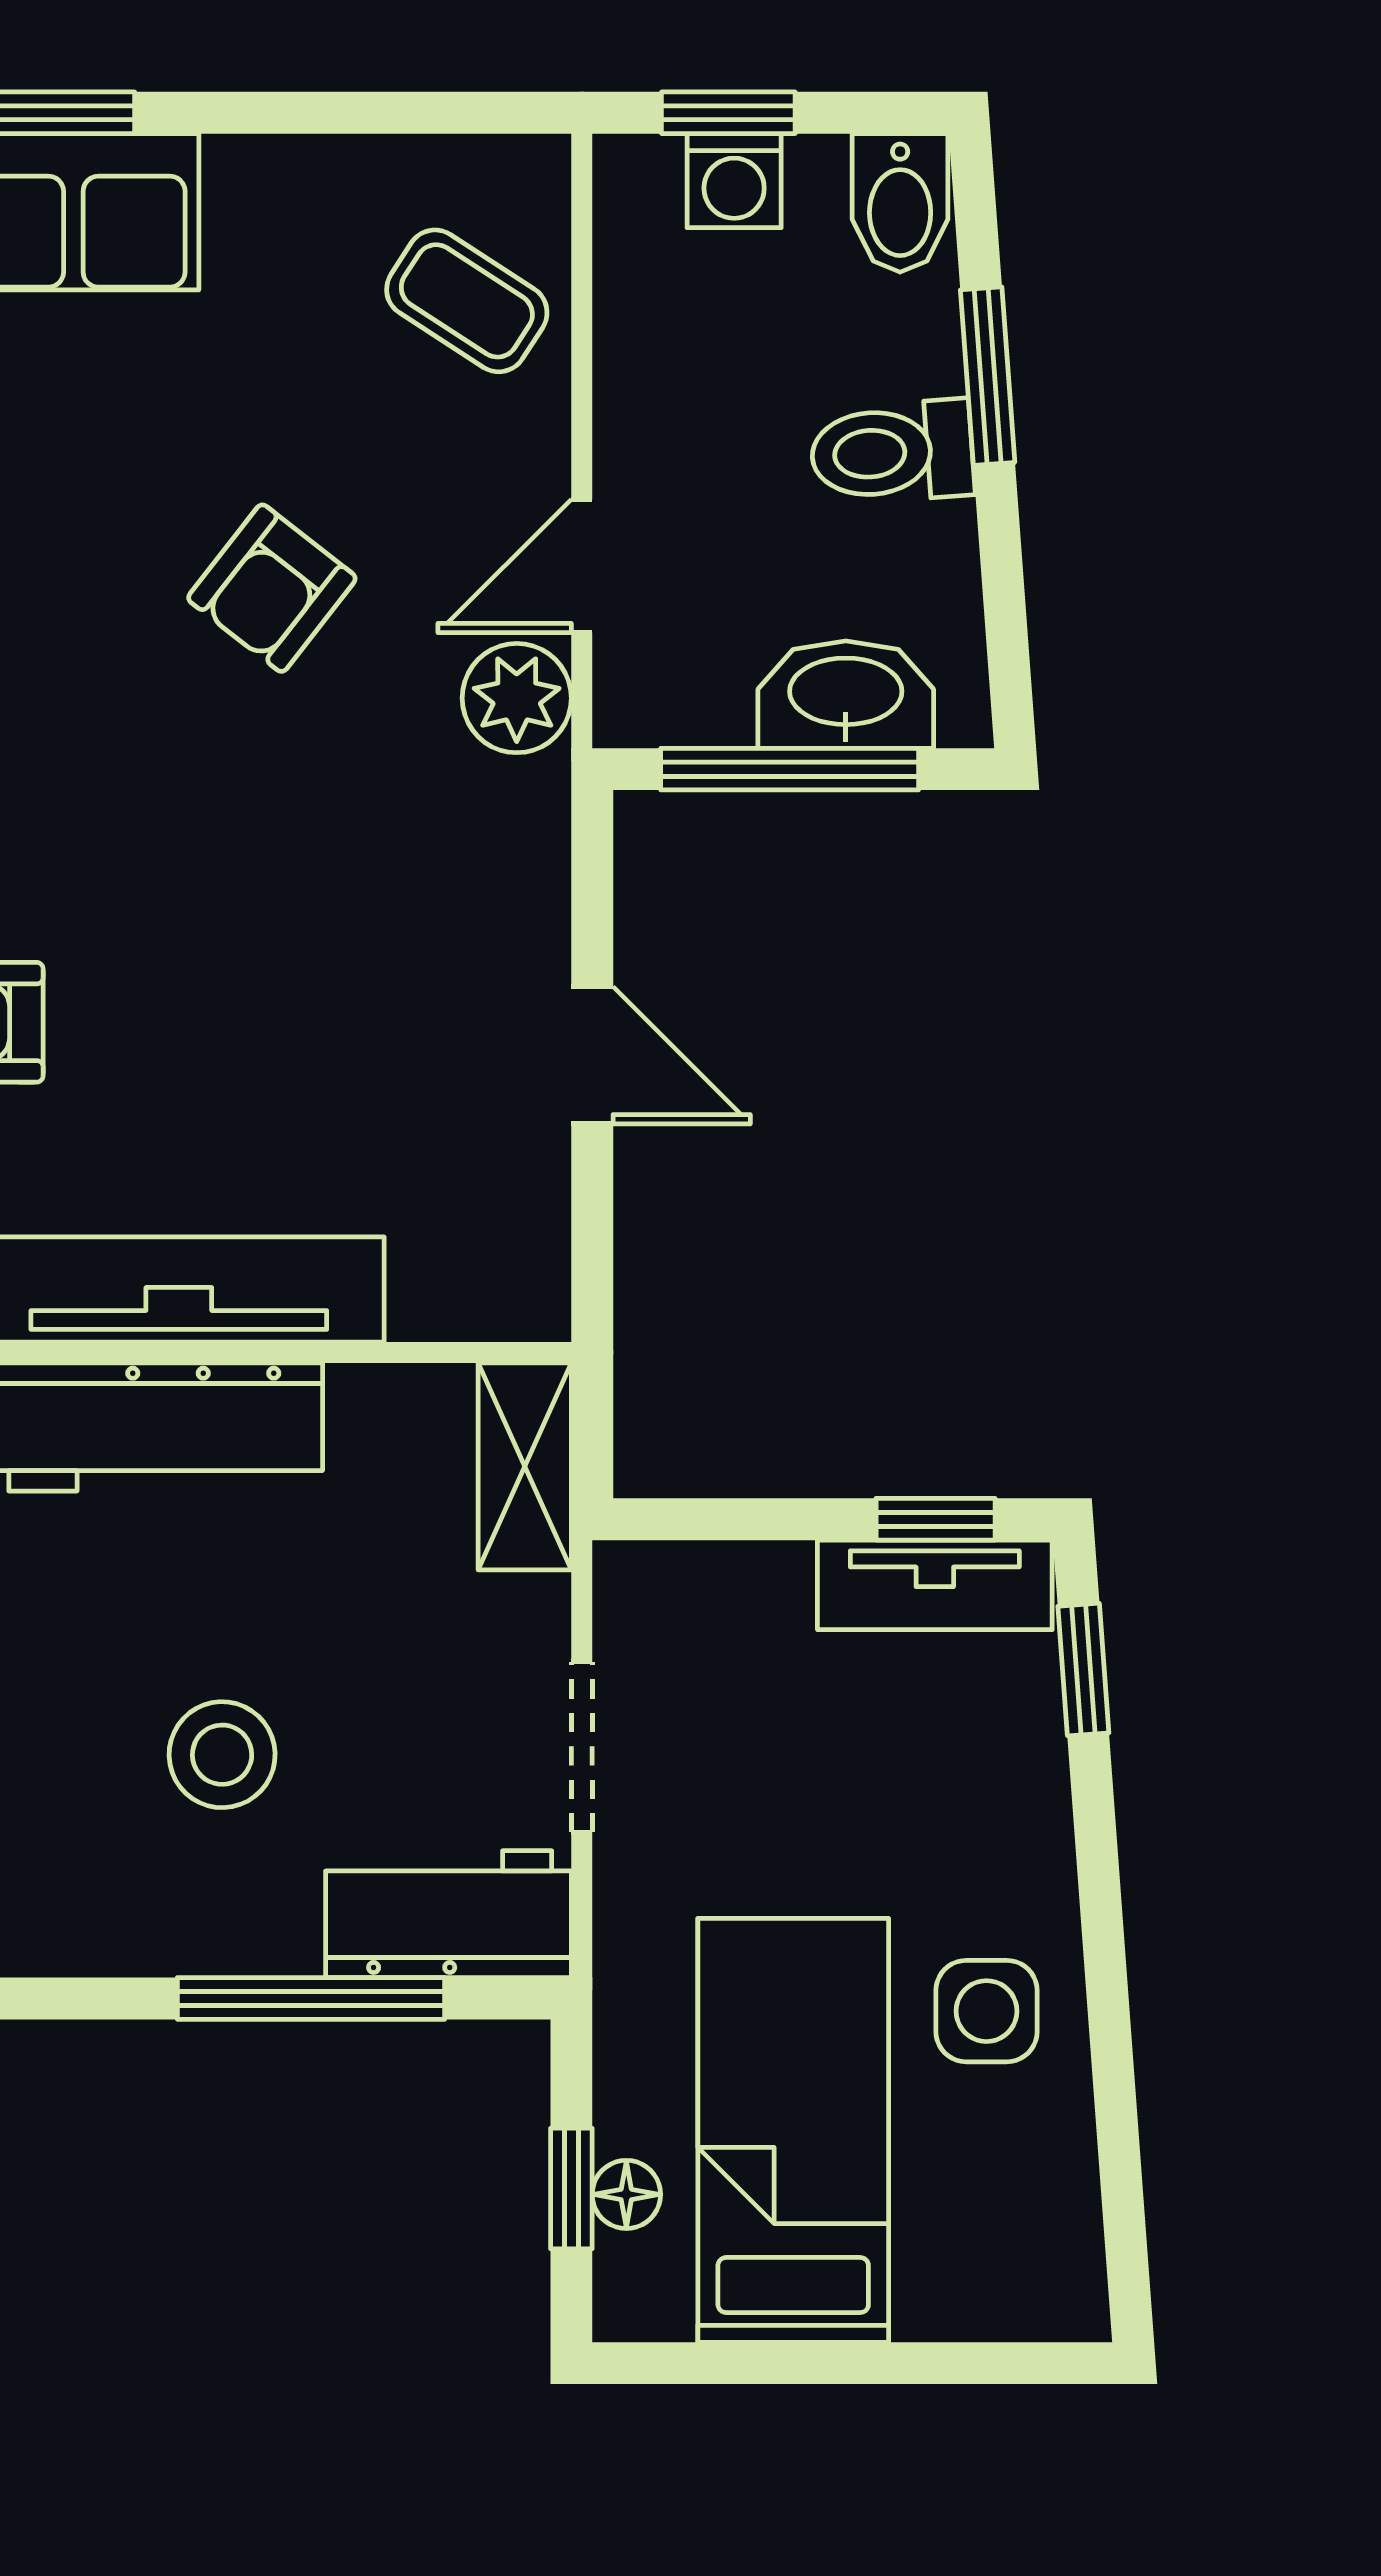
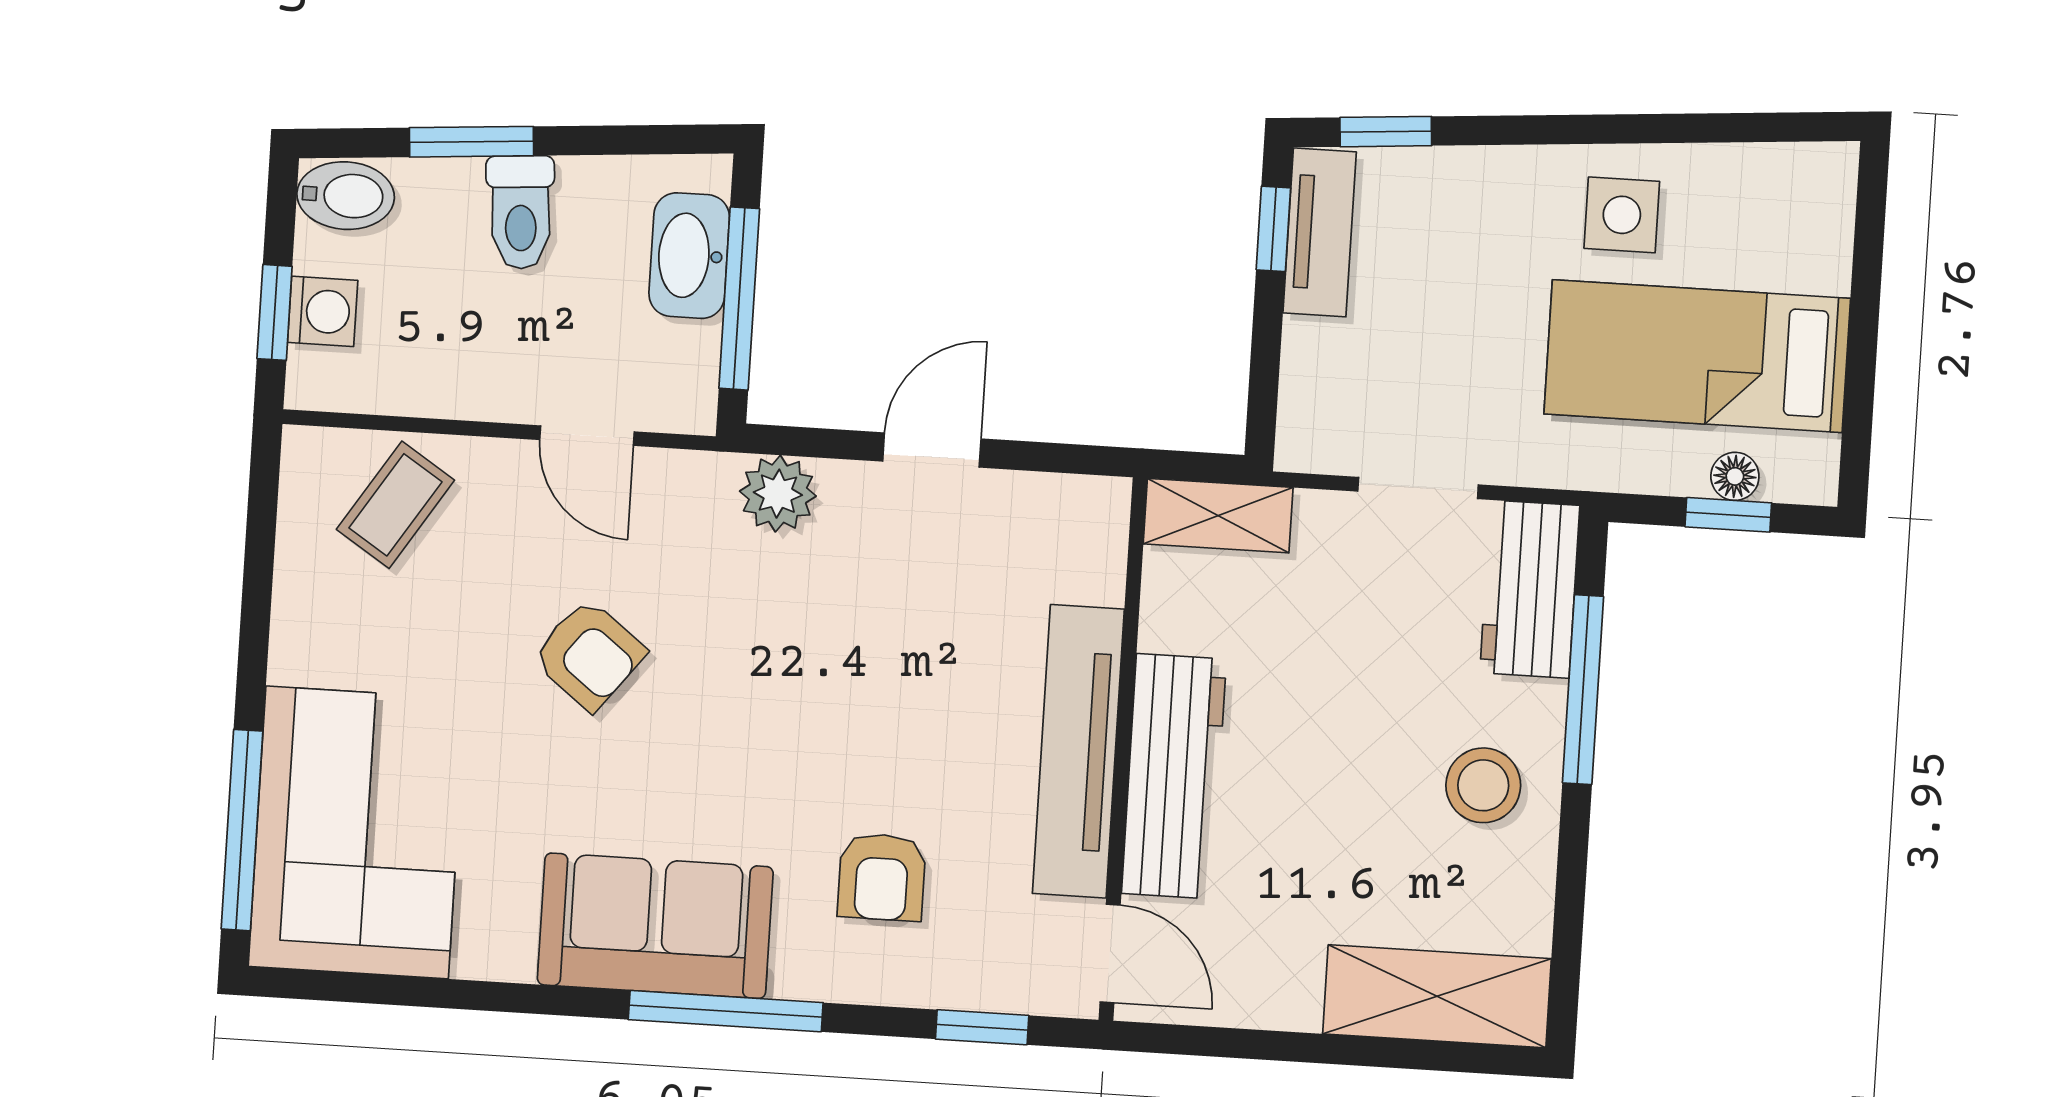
plant: (517, 698) -> (778, 494), moved
stool: (222, 1755) -> (1483, 785), moved

